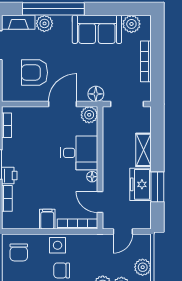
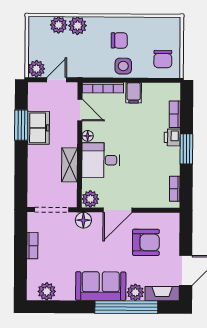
sofa: (97, 29) -> (101, 286), moved
bookcase: (146, 61) -> (32, 246), width x0.64
shelving: (143, 150) -> (69, 165), moved
chair: (19, 252) -> (163, 59), turned 180
plant: (143, 267) -> (36, 69), moved

